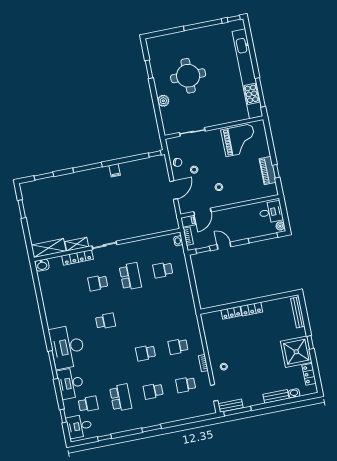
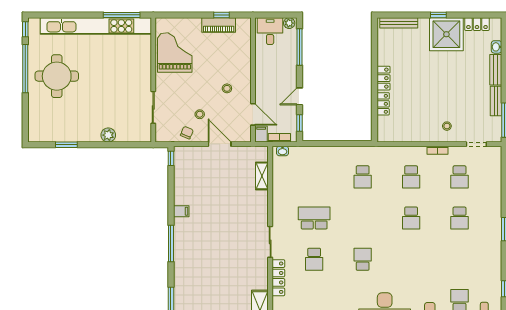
round table: (188, 76) -> (57, 76), moved
shelving: (77, 244) -> (262, 176), moved
school desk: (163, 270) -> (363, 177), moved
school desk: (121, 398) -> (460, 259), removed
bench: (231, 406) -> (496, 101), moved

